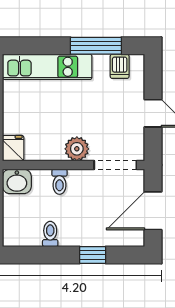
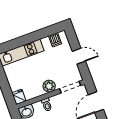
window: (96, 46) -> (40, 34), removed

